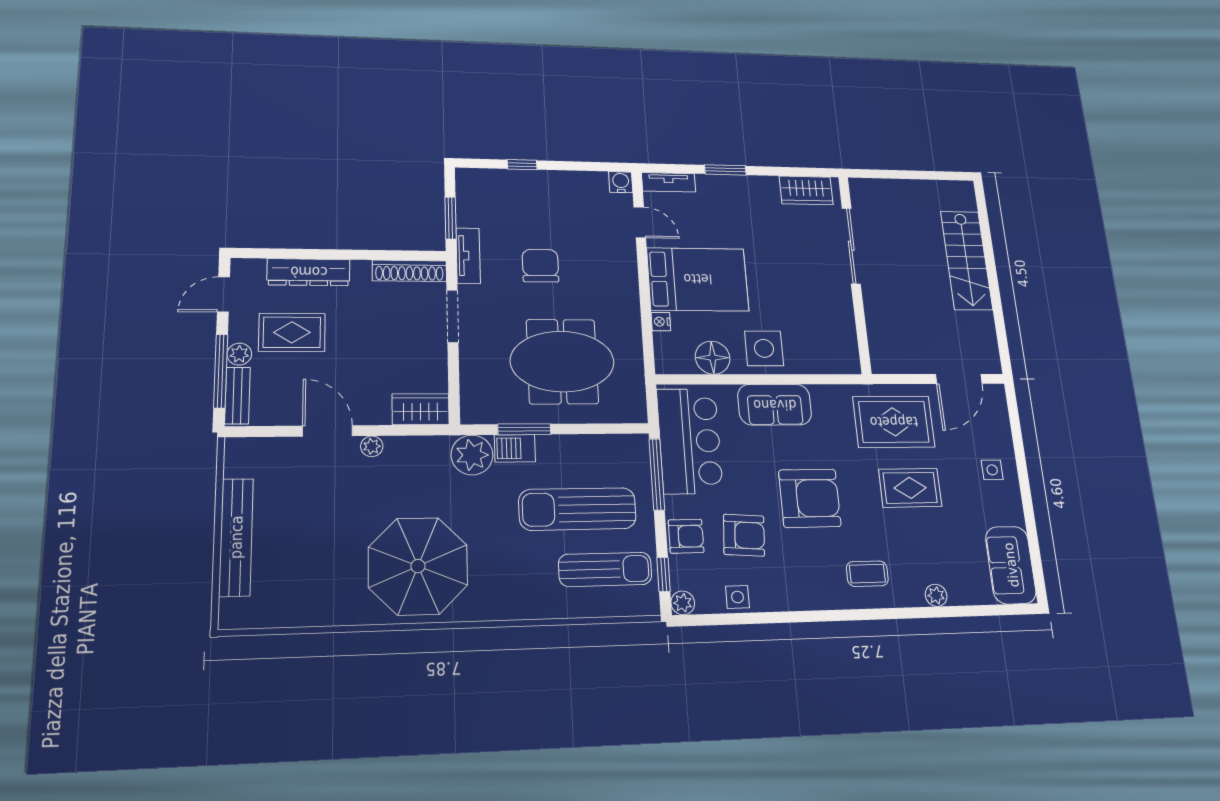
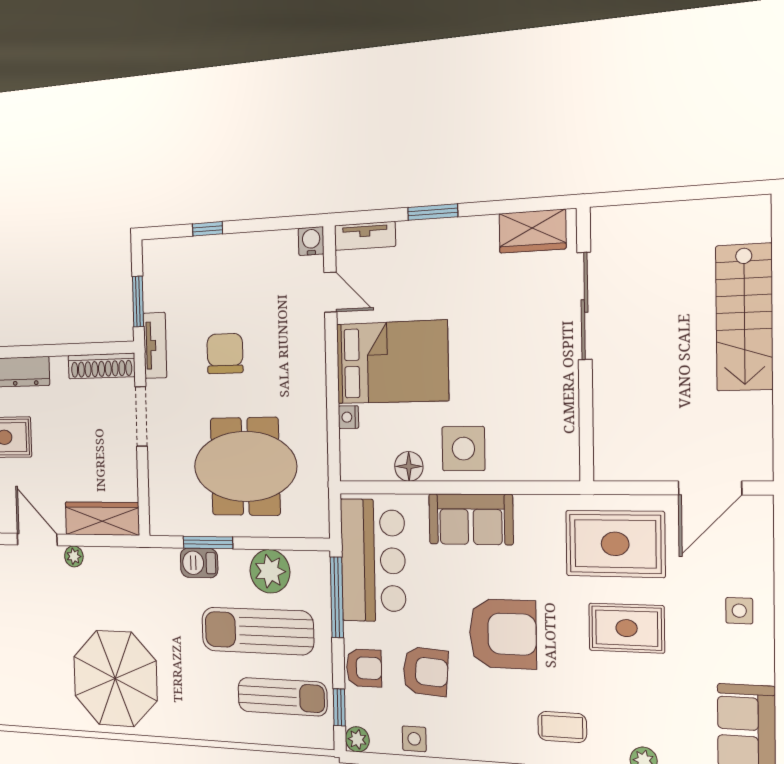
floor lamp: (713, 358) -> (409, 466), width x0.73, depth x0.73
wardrobe: (421, 409) -> (102, 519), width x1.50
plant: (472, 455) -> (270, 571), moved

